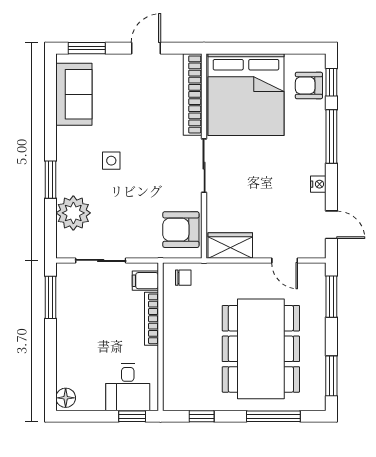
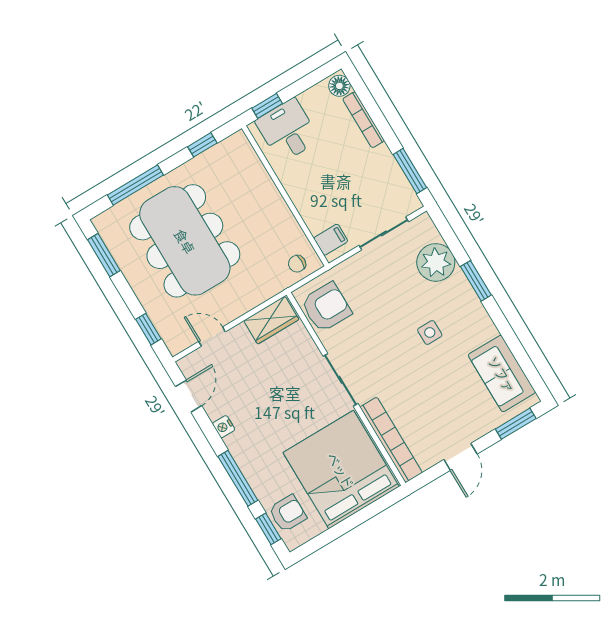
door: (331, 225) -> (189, 396), swing flipped
window: (331, 297) -> (148, 329), width x0.67
bookcase: (151, 319) -> (364, 120), moved, turned 180

